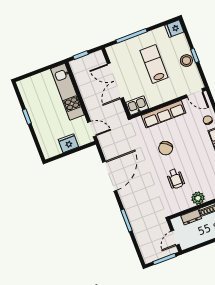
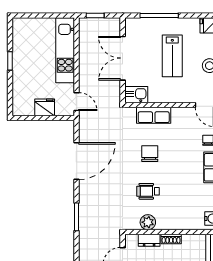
lab bench: (154, 64) -> (172, 56), turned 180
row of seats: (164, 114) -> (154, 115), width x0.68
chair: (166, 148) -> (150, 154), turned 143
wheelchair: (176, 179) -> (148, 191), turned 90
plant: (198, 198) -> (148, 222), moved

